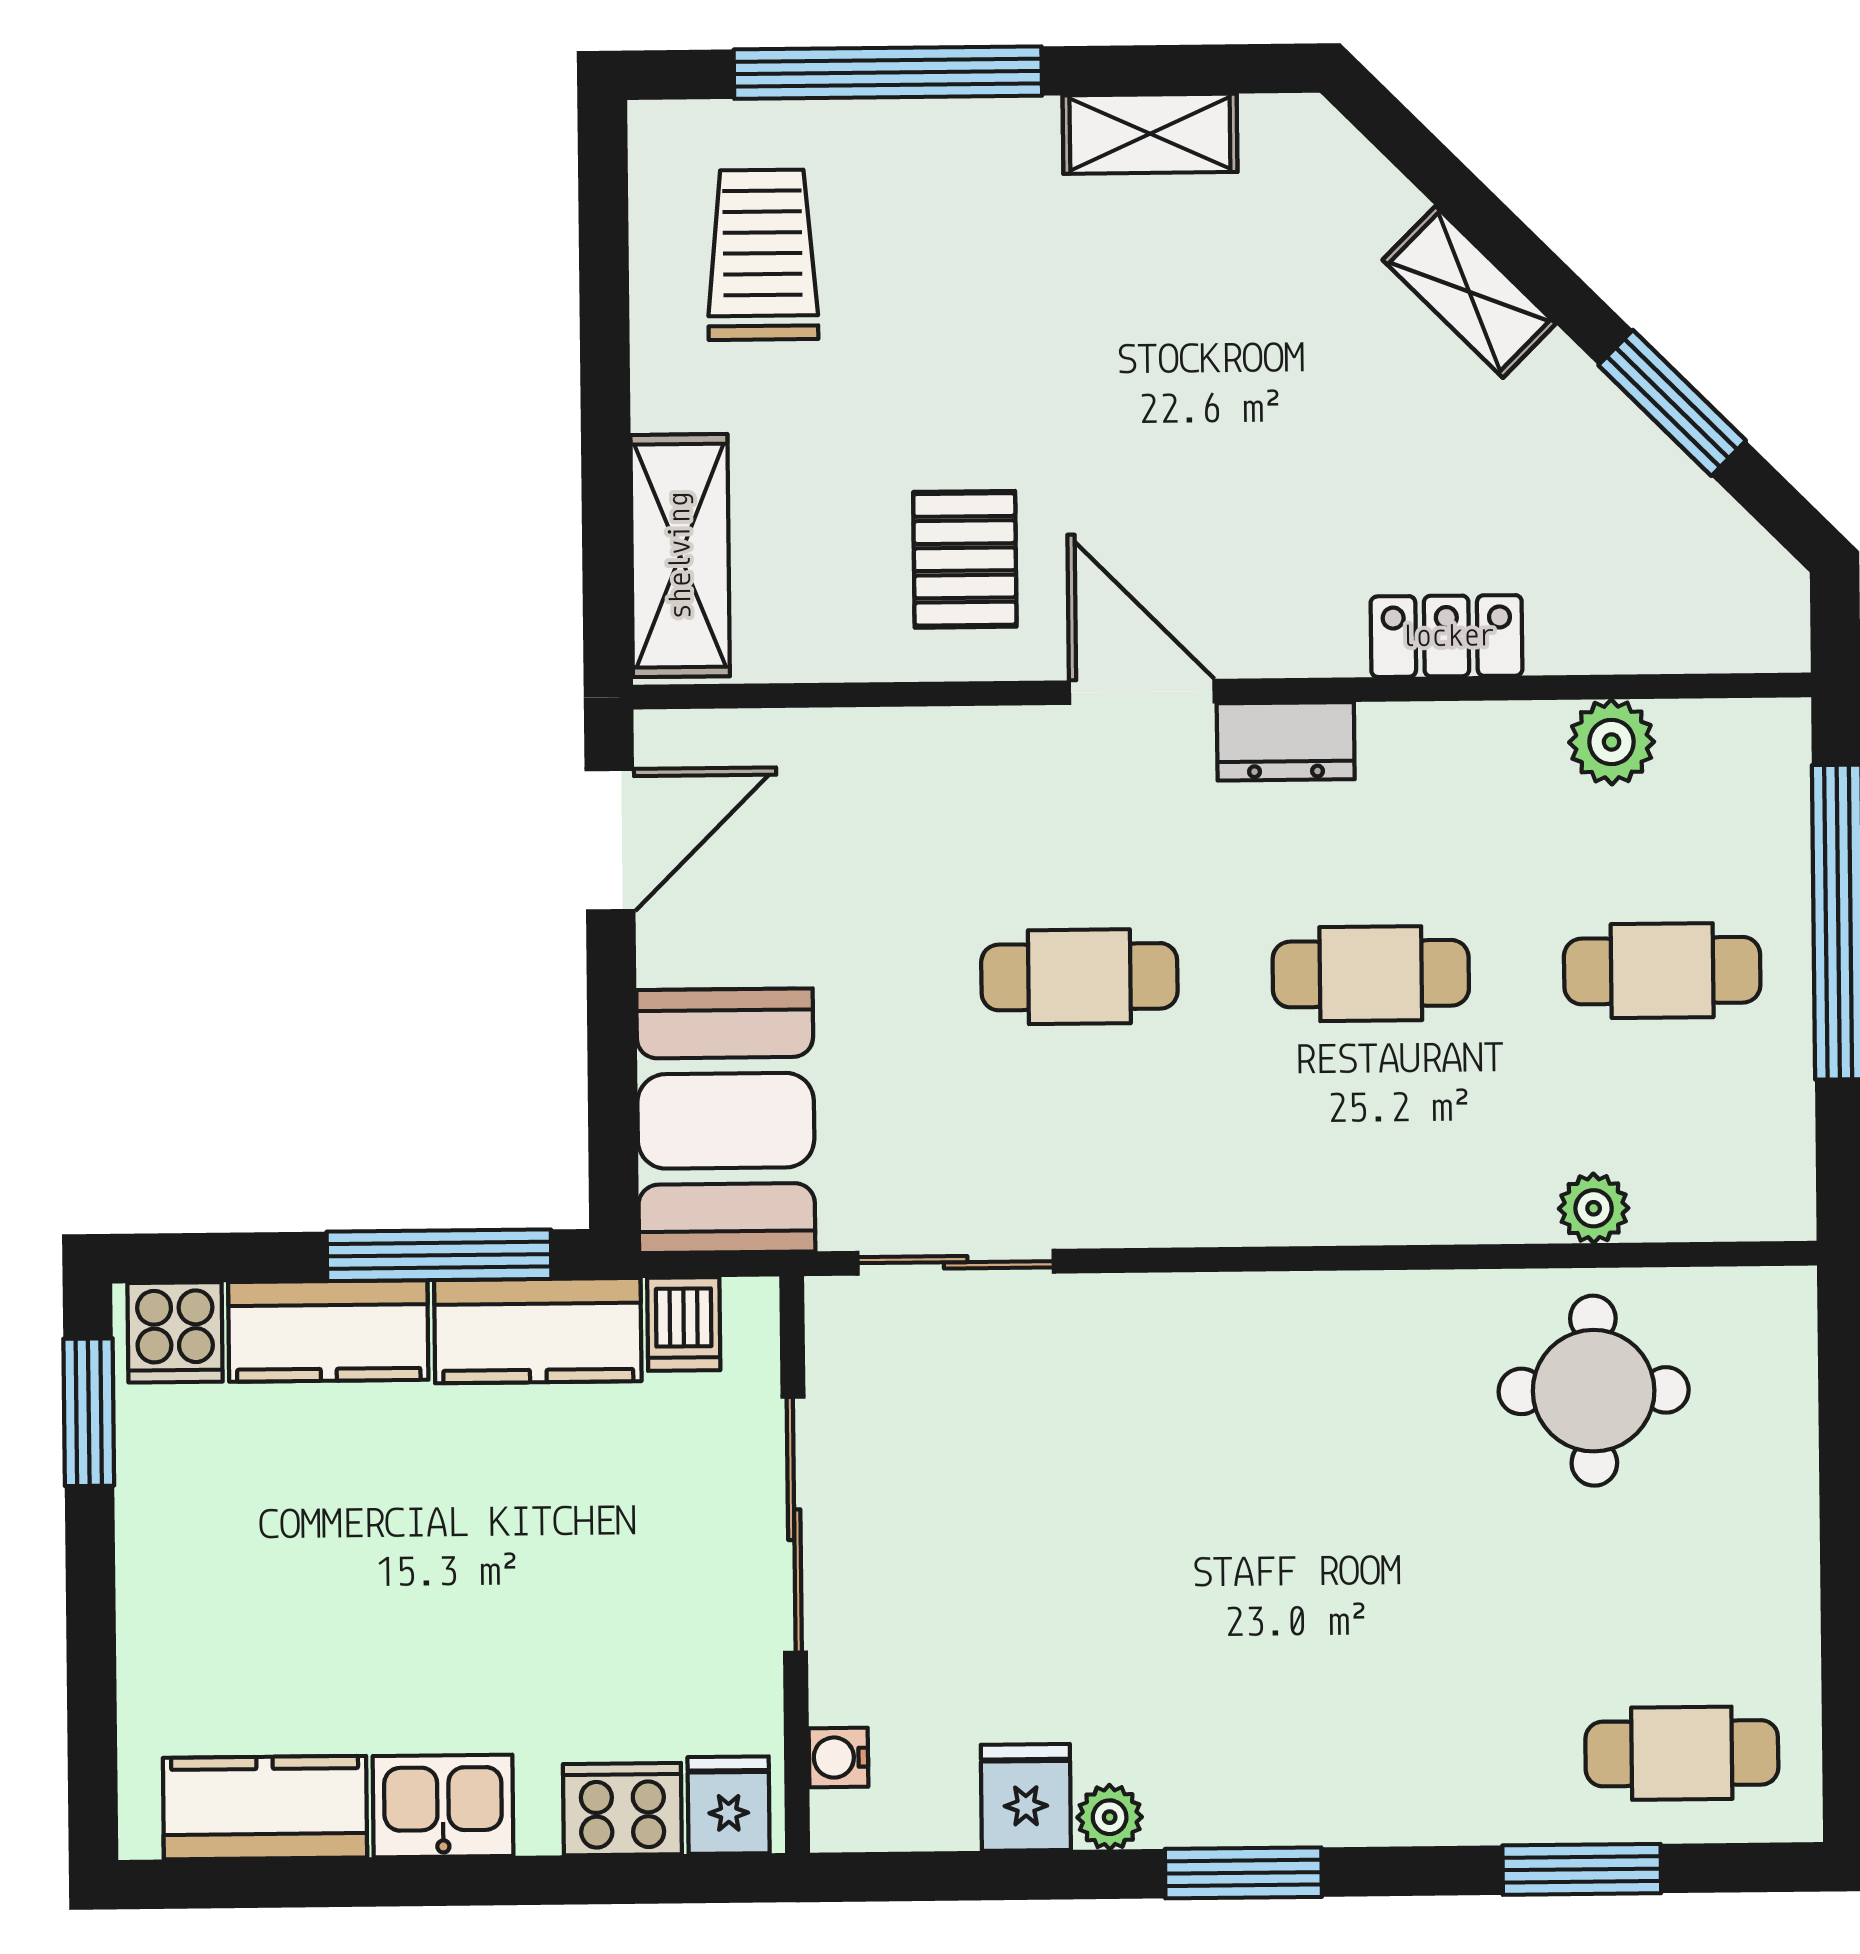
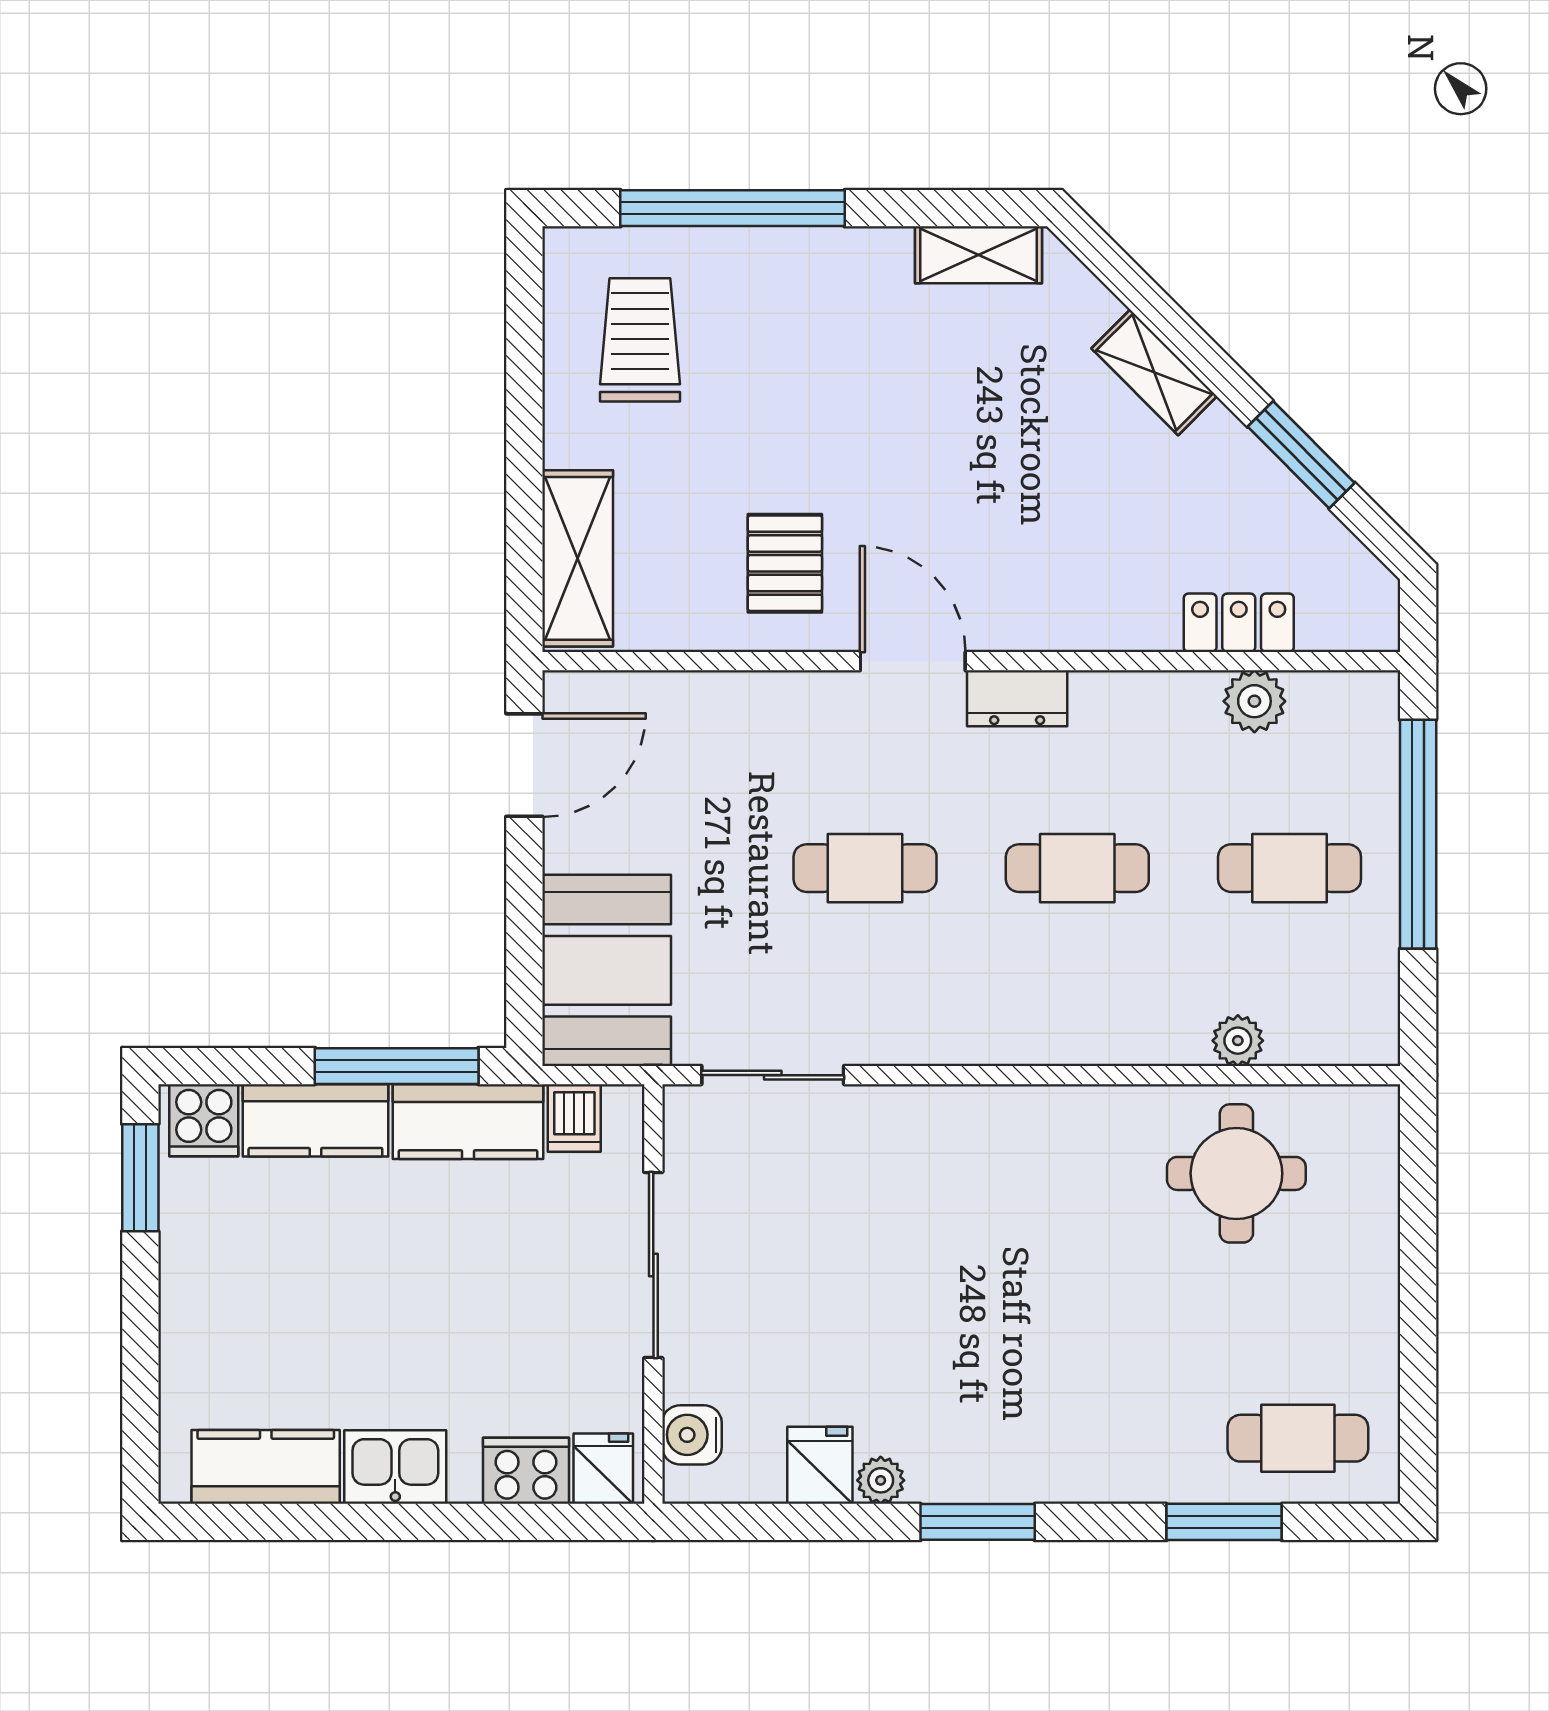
shelving: (1150, 134) -> (979, 255), moved
locker: (1447, 636) -> (1239, 623), moved
water cooler: (839, 1757) -> (692, 1435), width x1.38, depth x1.38

